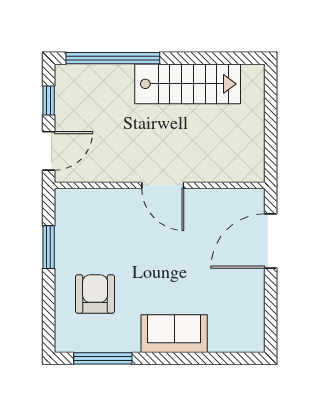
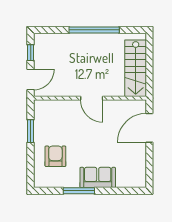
window: (113, 58) -> (94, 30), moved
stairs: (188, 84) -> (136, 68), moved, turned 90
window: (103, 358) -> (79, 191), moved

